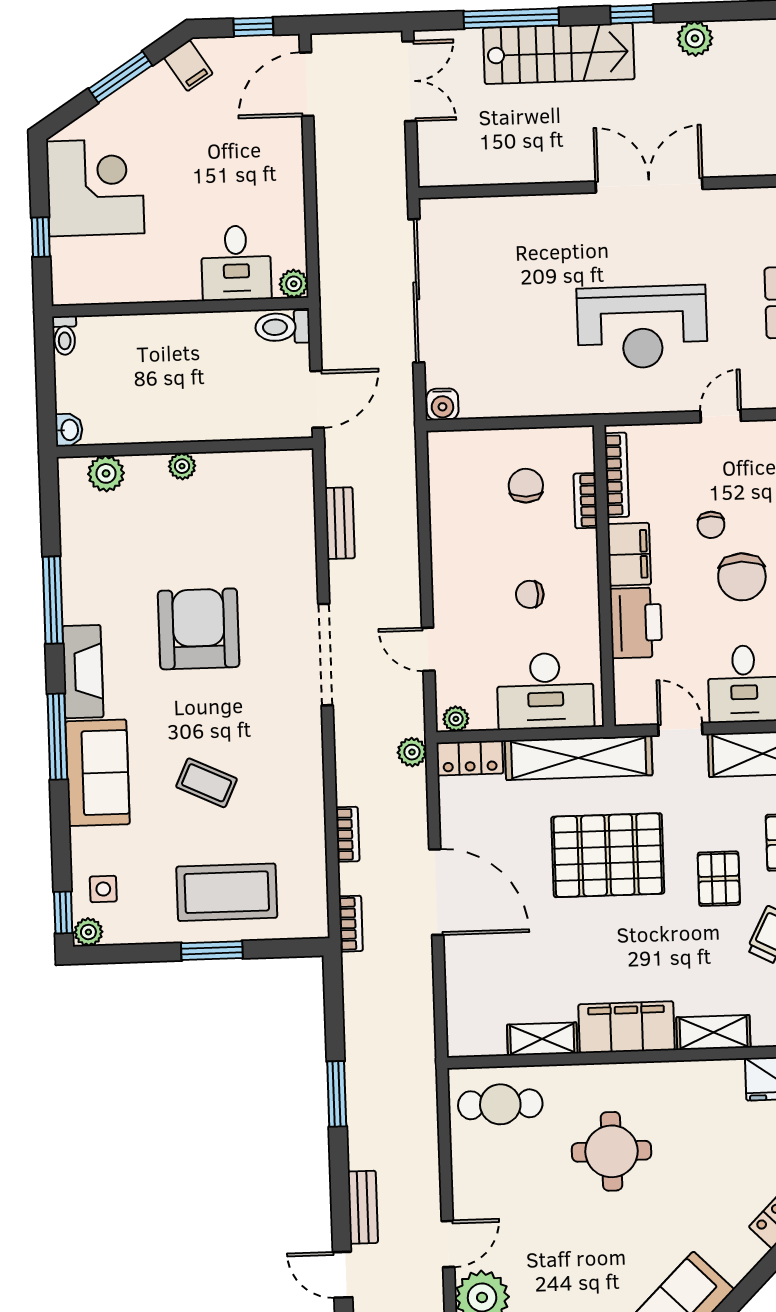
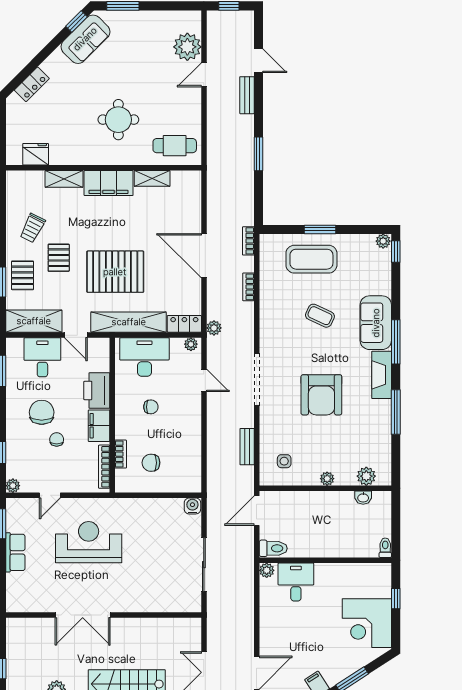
sliding door: (416, 291) -> (204, 565), width x0.73
washbasin: (69, 430) -> (363, 498), moved, turned -90
chair: (526, 486) -> (151, 463), turned 90
side table: (103, 889) -> (284, 461), moved

